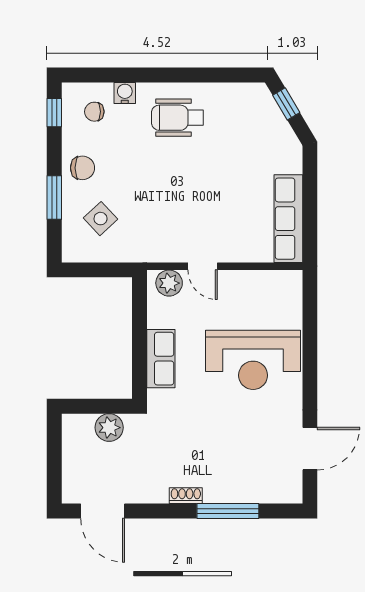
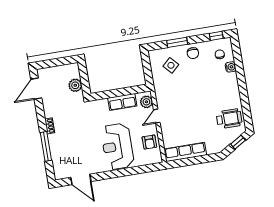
wheelchair: (178, 118) -> (229, 119), moved, turned 90
armchair: (255, 291) -> (149, 142), added
row of seats: (161, 359) -> (122, 102), moved

